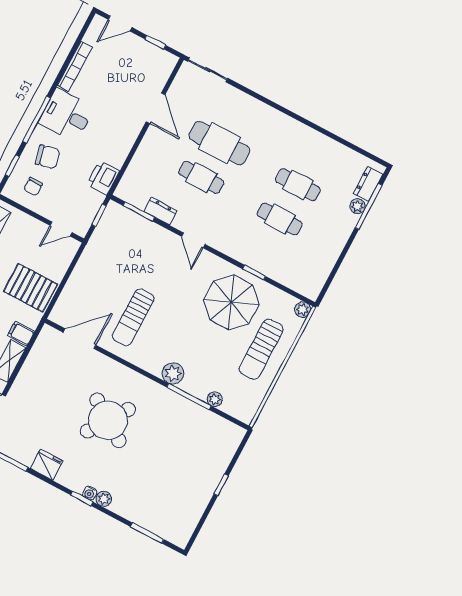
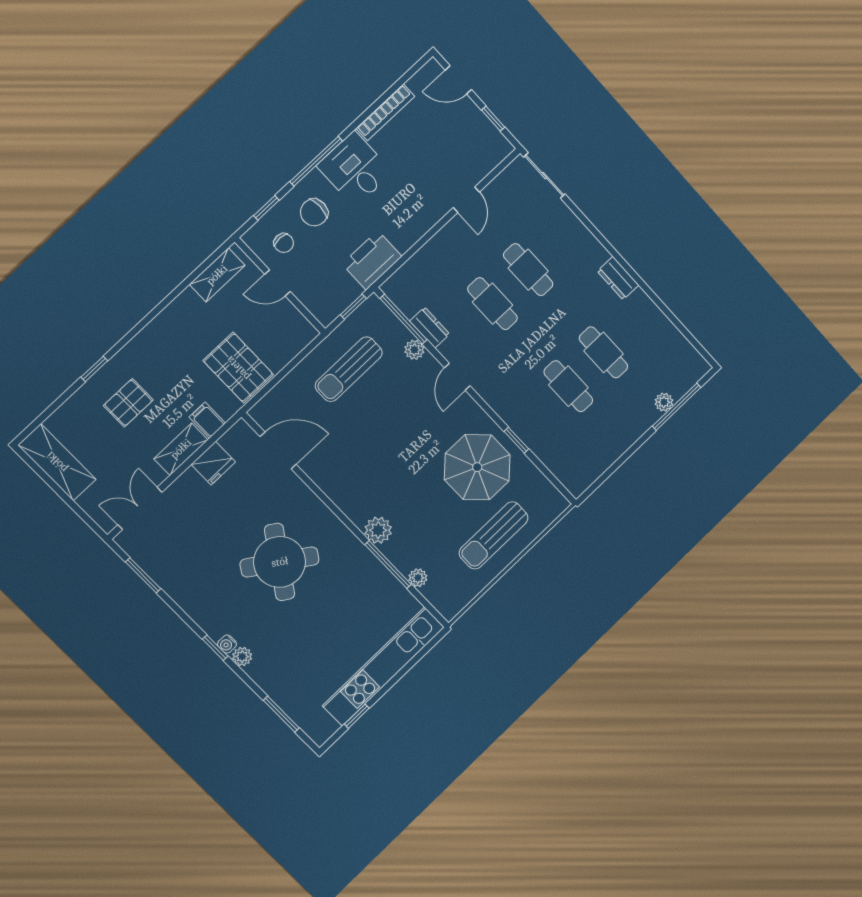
door: (156, 108) -> (466, 200), width x0.73
cafe table: (219, 143) -> (528, 270), width x0.73, depth x0.74
chair: (48, 157) -> (314, 212), turned 102
printer: (103, 178) -> (372, 260), width x1.37, depth x1.19
dresser: (368, 184) -> (618, 278), moved, turned -90
chair: (33, 187) -> (284, 243), turned -90
window: (139, 212) -> (403, 319), width x1.44
door: (61, 229) -> (277, 283), moved
plant: (303, 310) -> (414, 350), moved
sun lounger: (133, 317) -> (349, 369), moved
fridge: (47, 465) -> (213, 463), moved, turned 90
kitchen unit: (211, 474) -> (384, 666), added
window: (221, 485) -> (357, 716), moved

